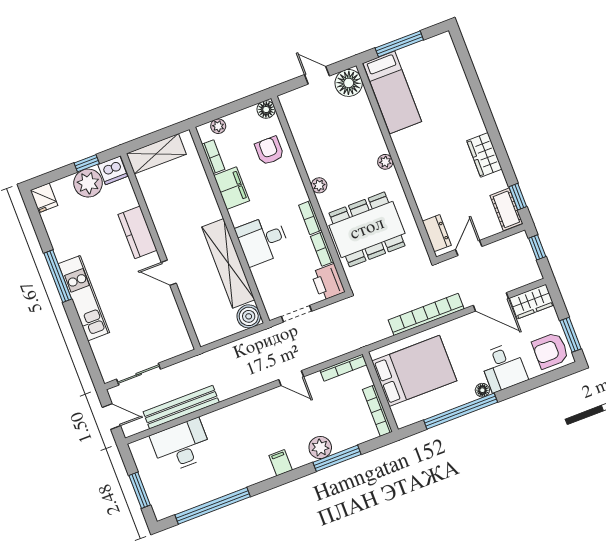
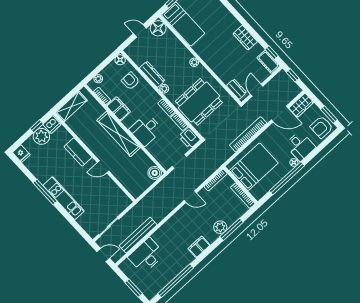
dresser: (309, 154) -> (152, 74), added
shelving: (228, 263) -> (119, 134), moved
filing cabinet: (281, 463) -> (199, 247), width x2.00

